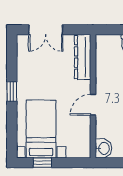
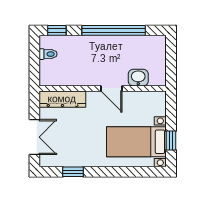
window: (12, 92) -> (73, 172), moved
washbasin: (104, 148) -> (138, 78), moved

